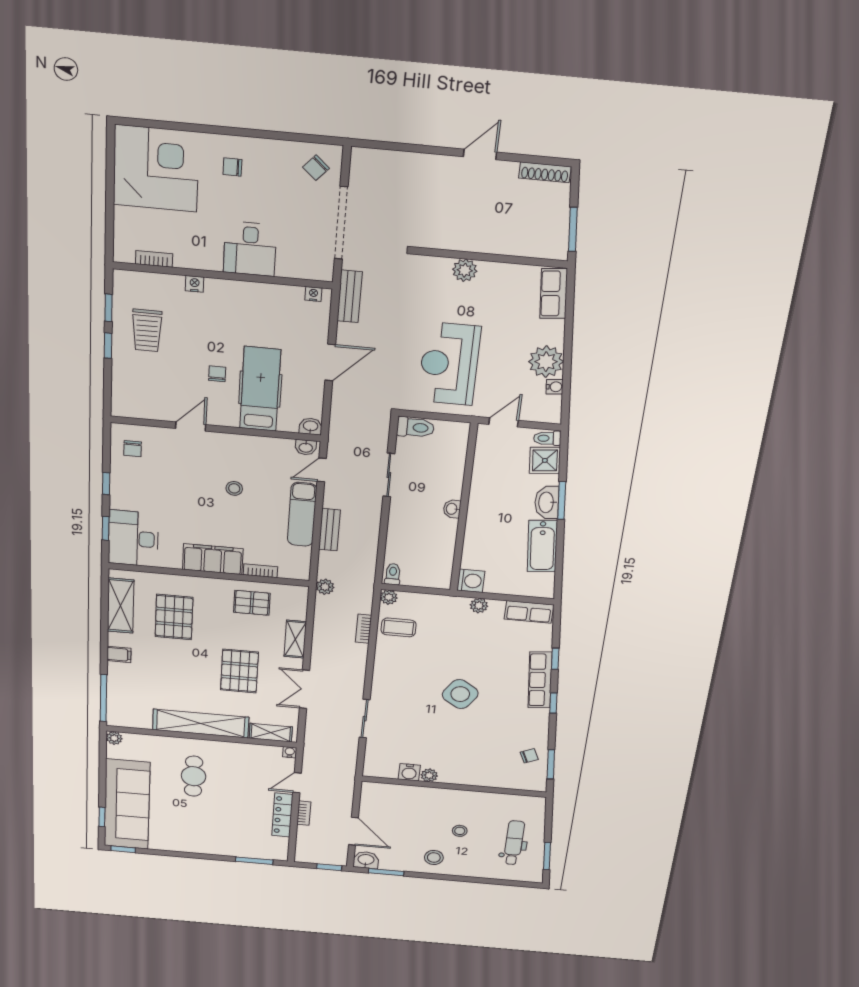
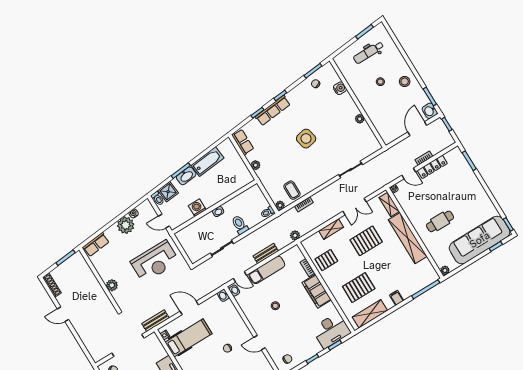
hospital bed: (260, 389) -> (189, 338), moved, turned 180
toilet: (415, 427) -> (240, 225), moved
washing machine: (471, 581) -> (197, 208), moved
pallet: (252, 603) -> (326, 260), turned 90
side table: (460, 694) -> (306, 139), turned 45
water cooler: (409, 772) -> (340, 88), moved

